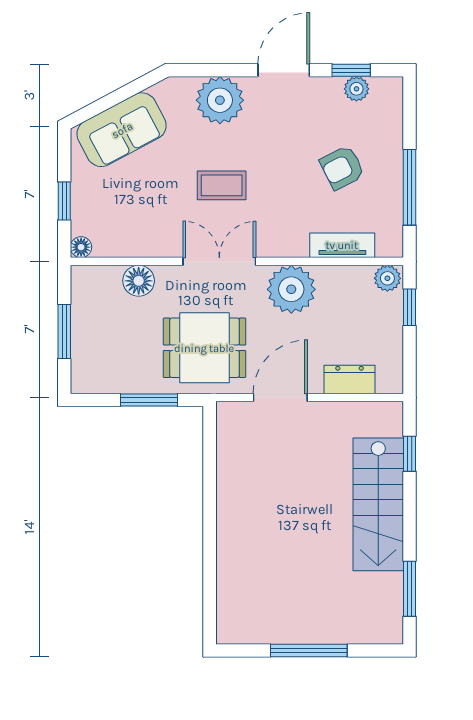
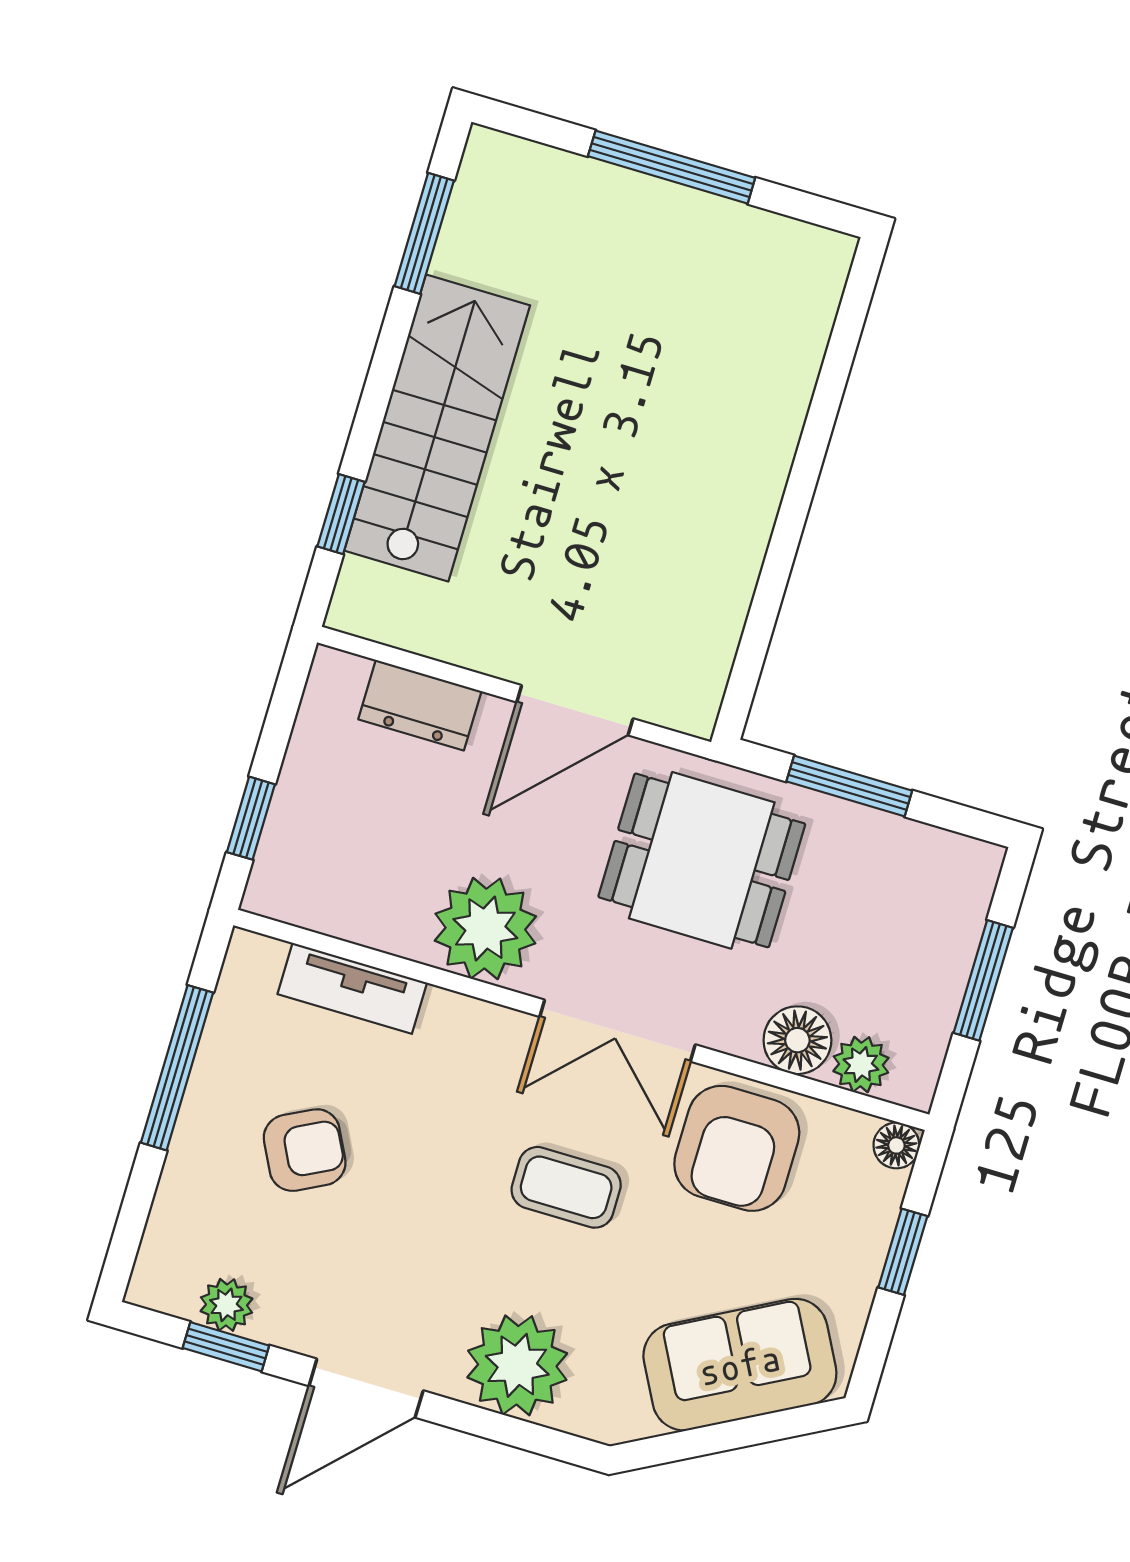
armchair: (151, 225) -> (737, 1148), added
plant: (387, 278) -> (861, 1065), moved

